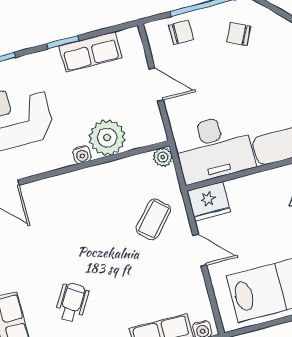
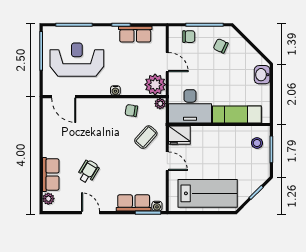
plant: (107, 138) -> (155, 85), moved
chair: (118, 181) -> (131, 111), added

